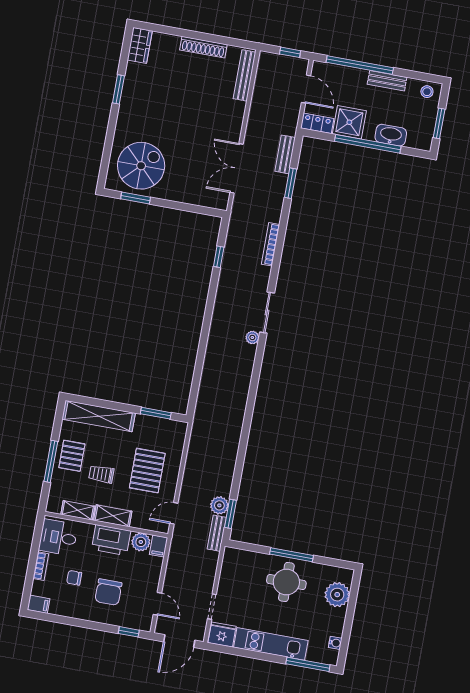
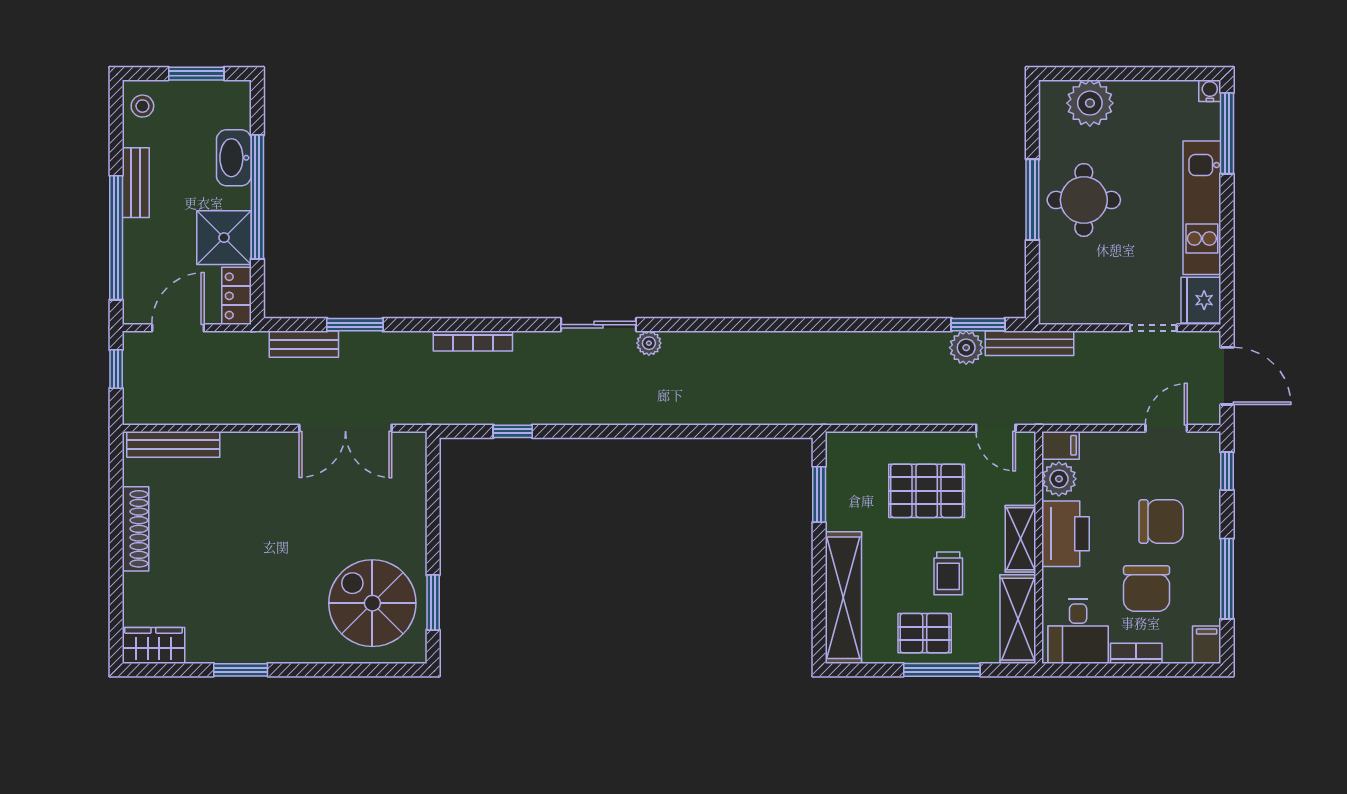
shelving: (78, 510) -> (1018, 619), width x1.50, depth x1.33
bench: (217, 533) -> (1030, 343), width x1.36
chair: (74, 578) -> (1147, 589), width x1.87, depth x1.87
window: (72, 621) -> (1227, 579), added
water cooler: (335, 643) -> (1210, 91), moved

